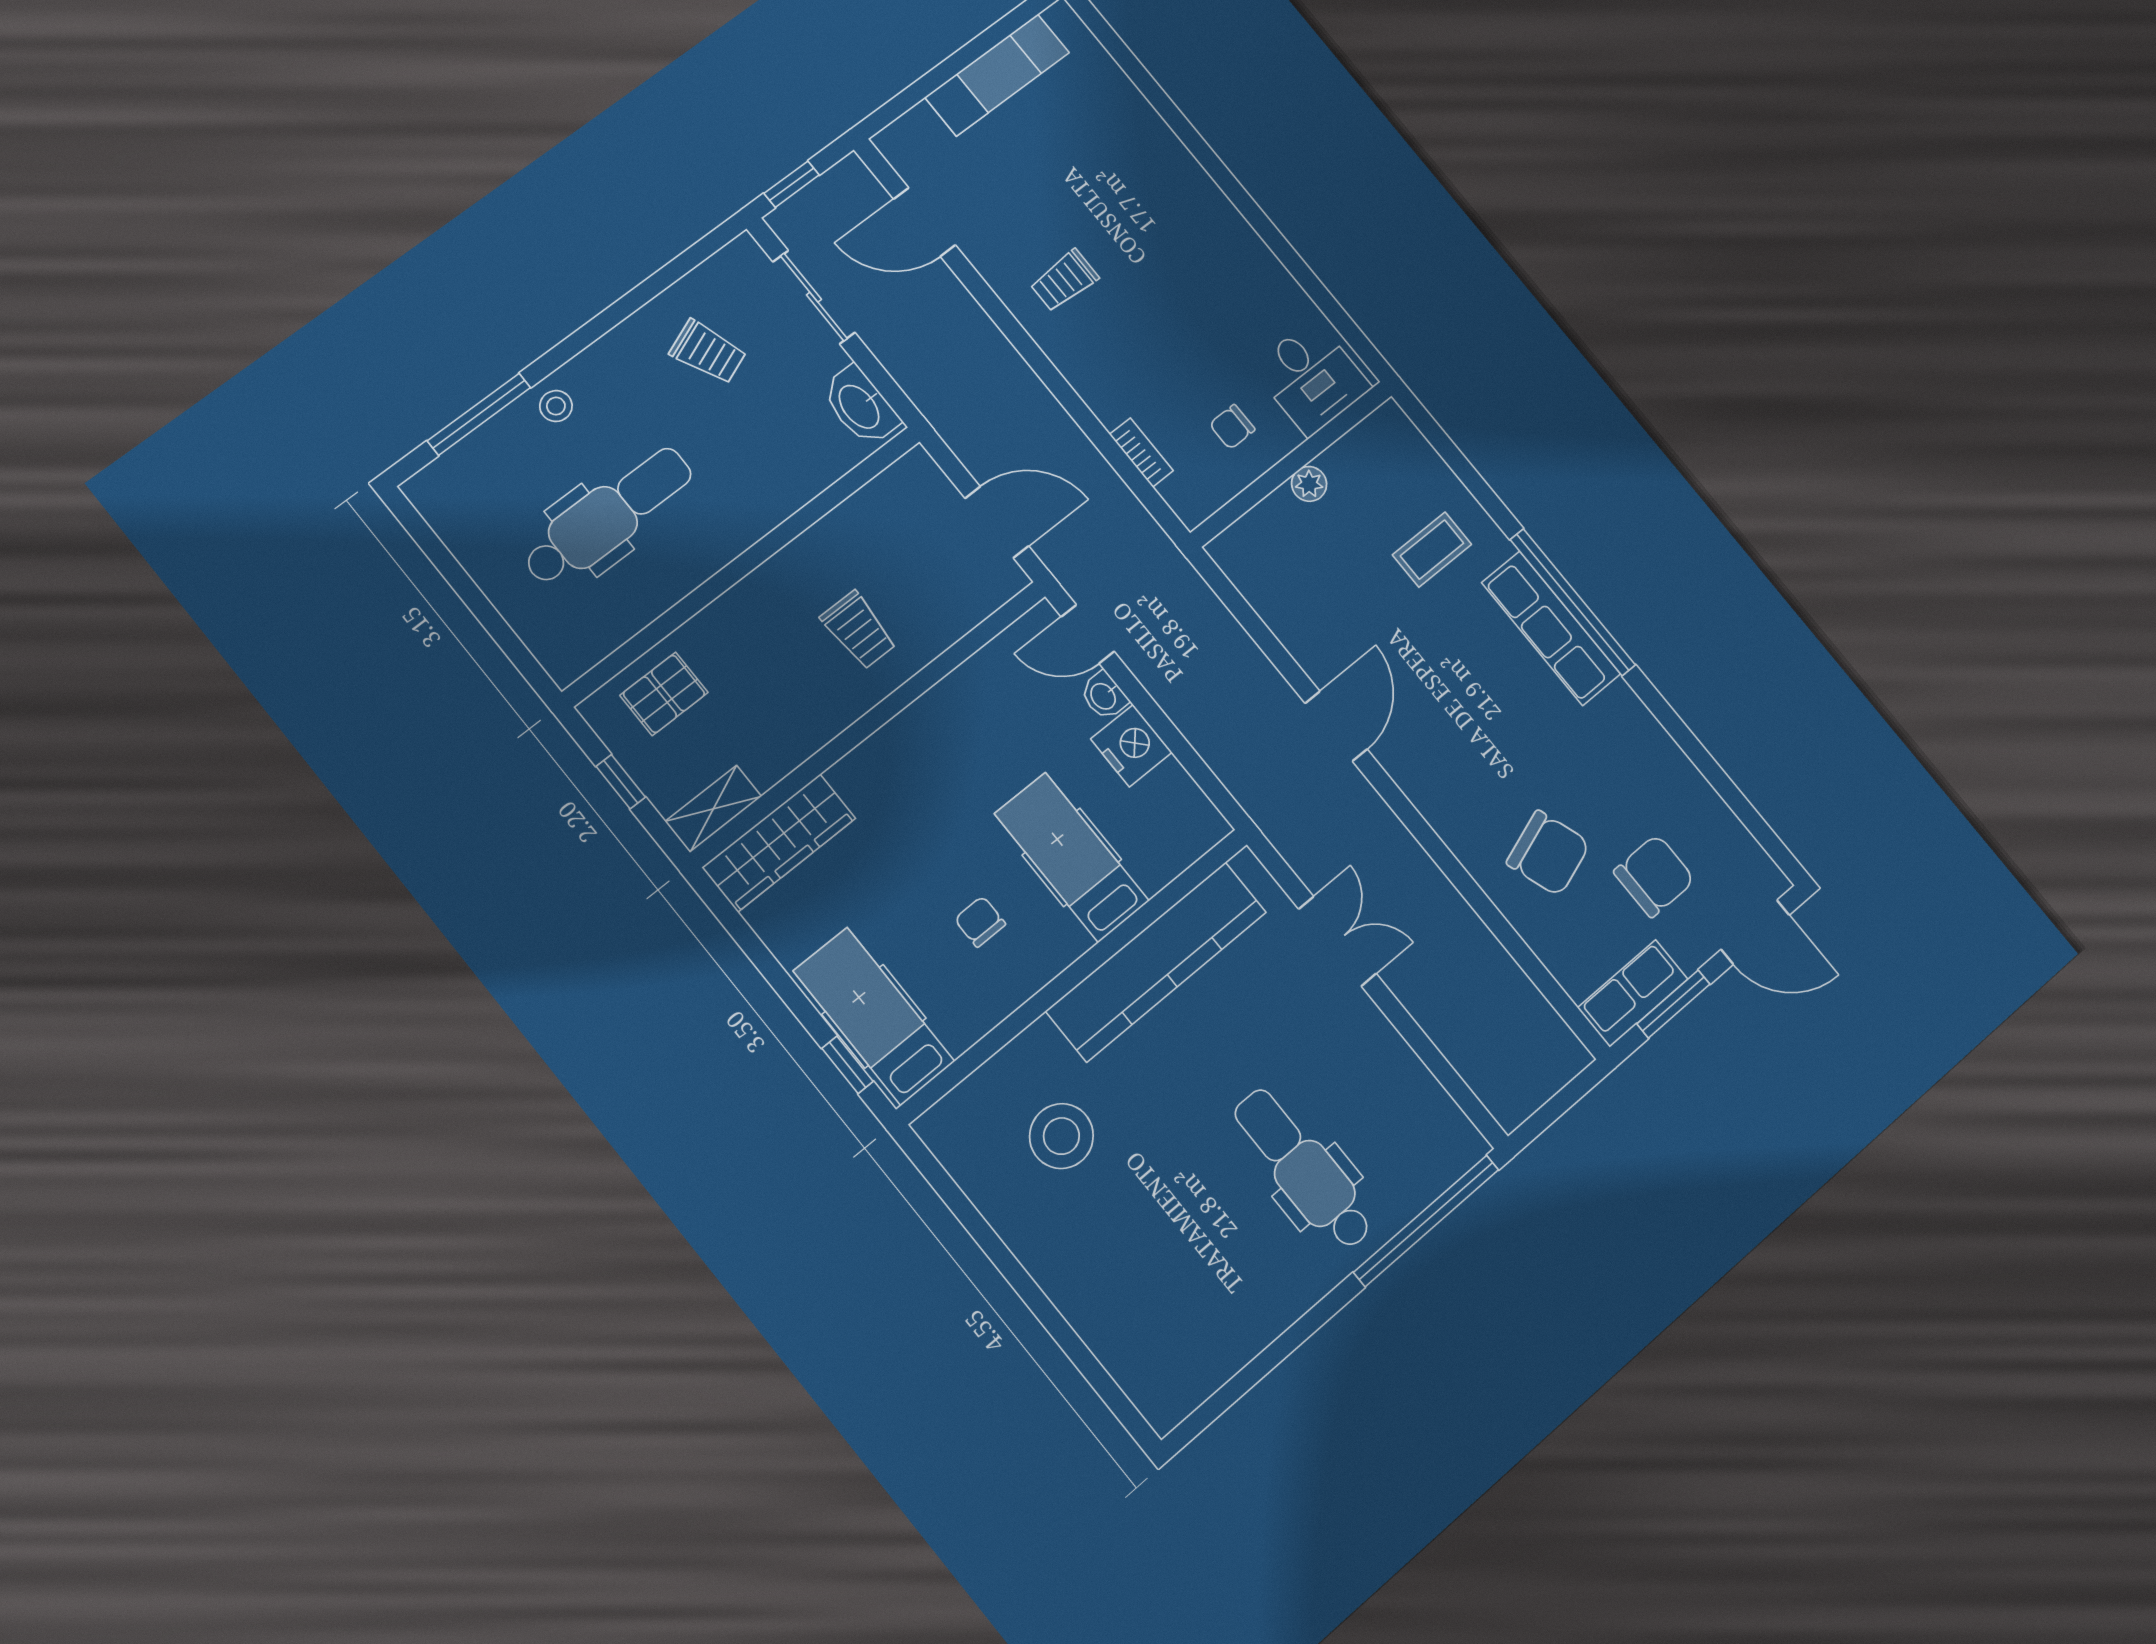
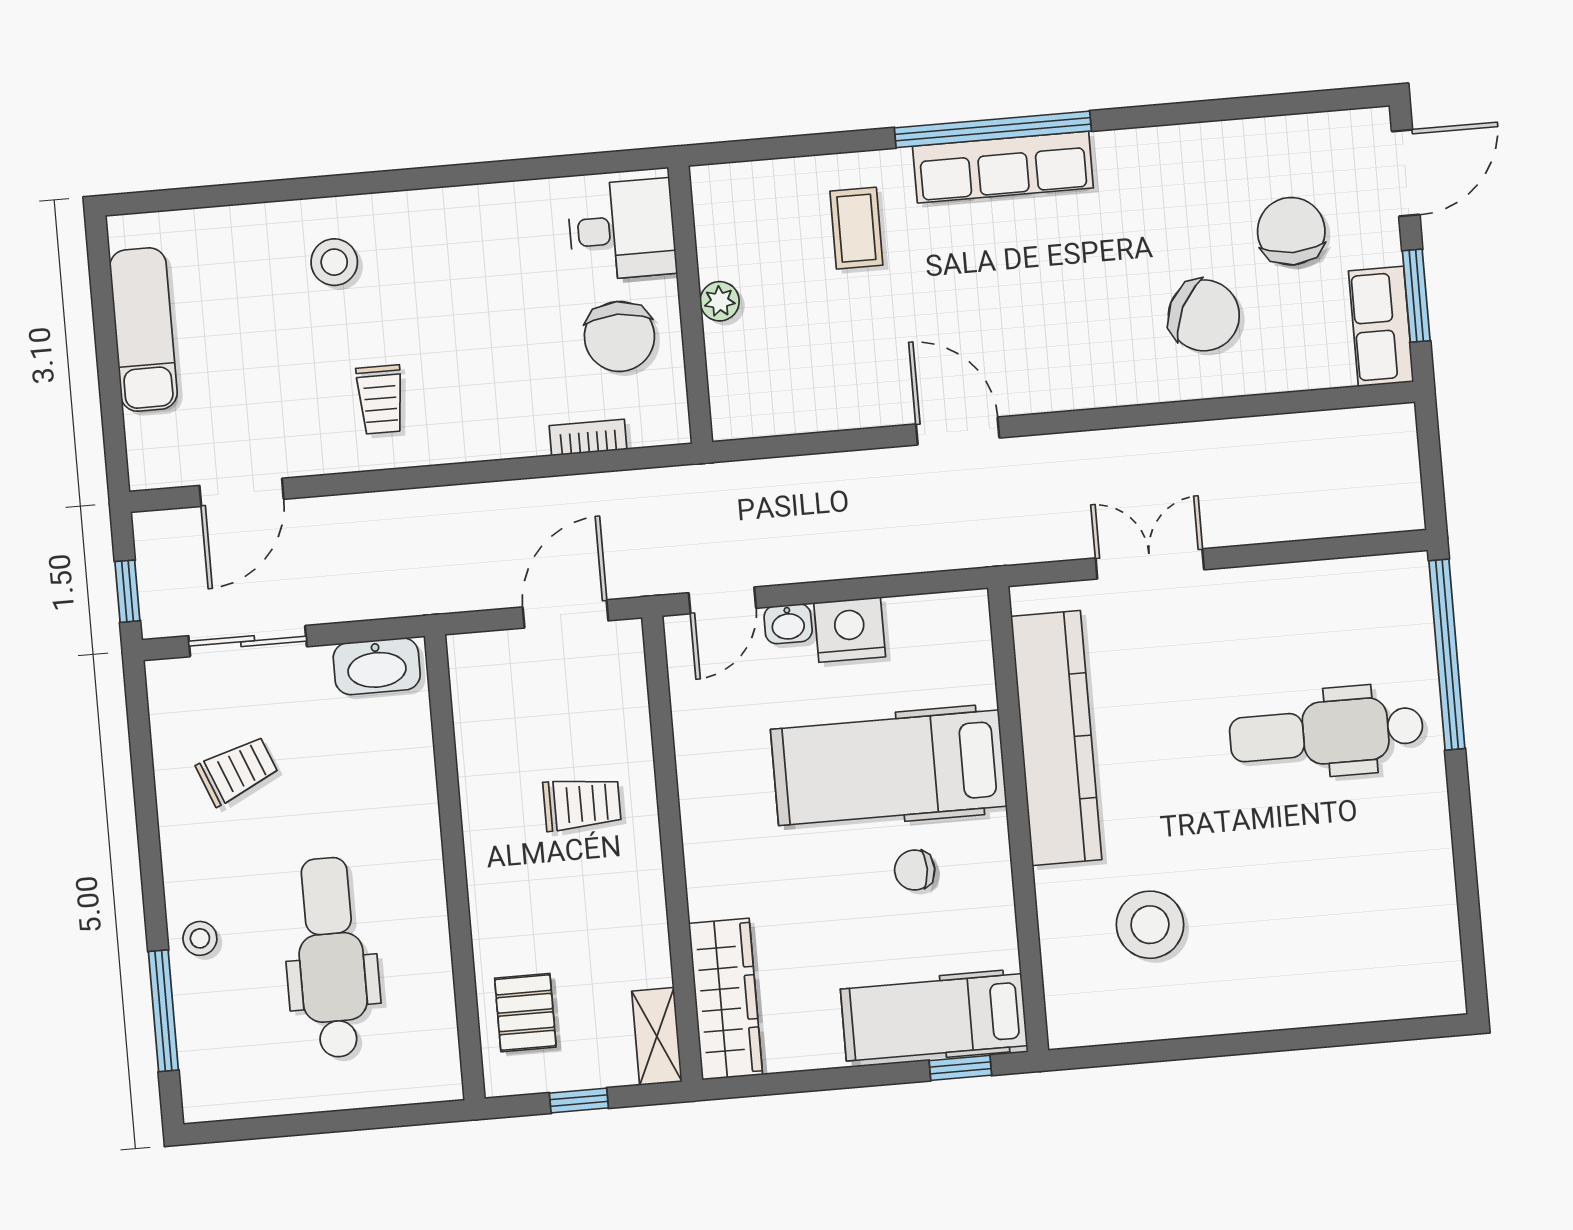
stool: (1143, 183) -> (334, 262), added
chair: (1232, 427) -> (619, 336), width x1.87, depth x1.87
chair: (1548, 853) -> (1204, 315), turned 45
hospital bed: (1072, 857) -> (889, 768), width x1.37, depth x1.29

